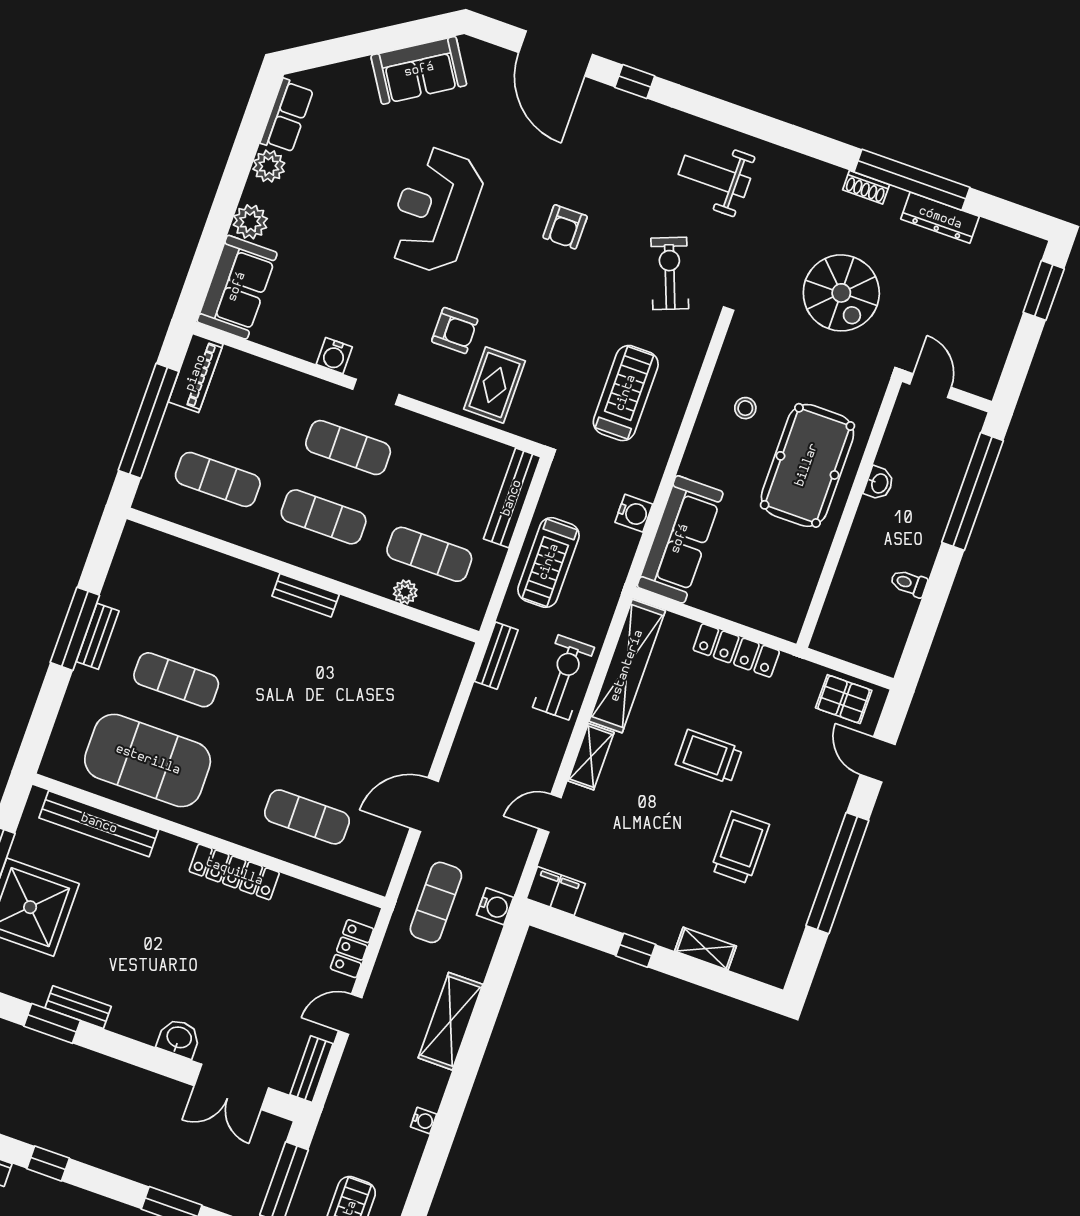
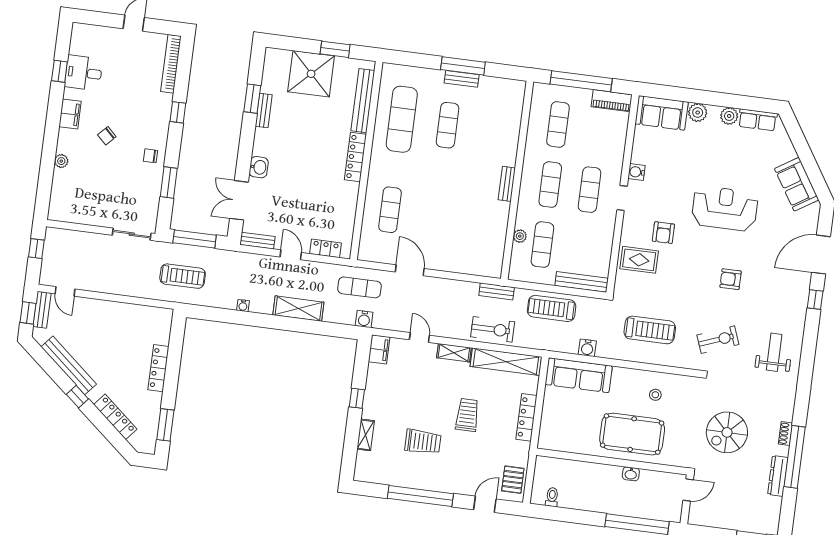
toilet: (909, 583) -> (552, 497), moved
exercise mat: (148, 760) -> (402, 119), width x0.68
locker: (234, 872) -> (355, 157), moved

